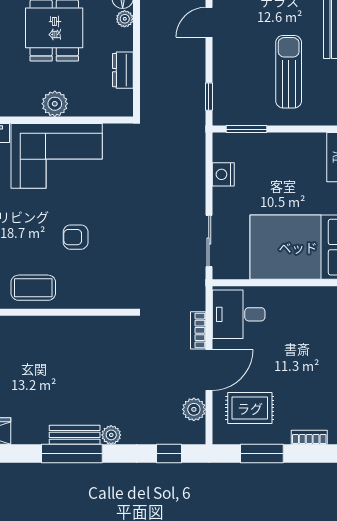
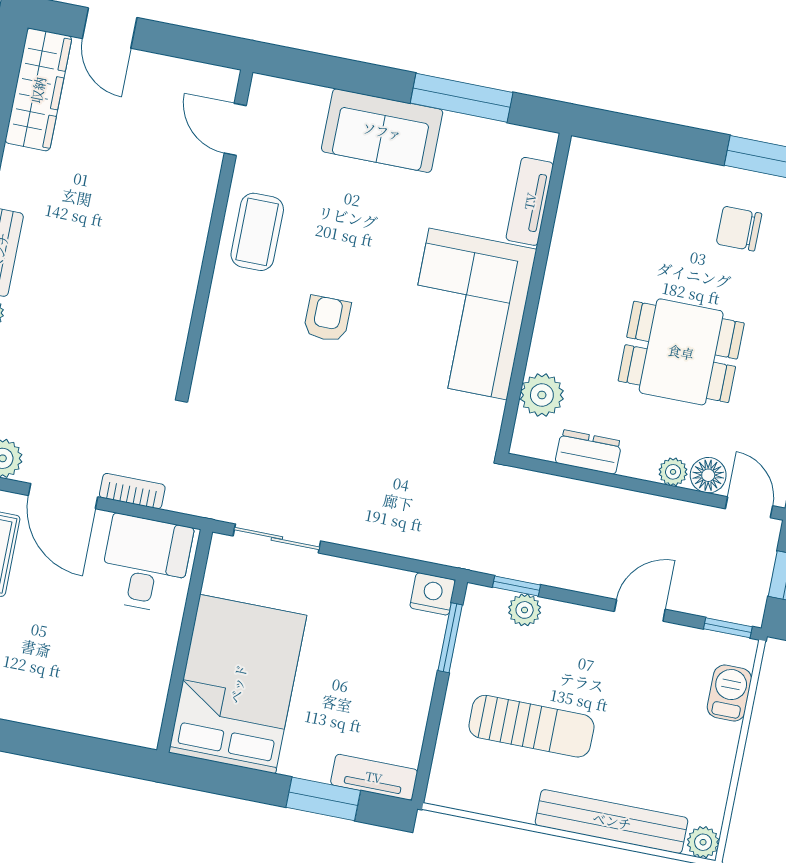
door: (209, 22) -> (640, 610), hinge flipped
plant: (222, 89) -> (525, 610), added
plant: (55, 104) -> (542, 395), moved
nightstand: (223, 174) -> (433, 594), moved

